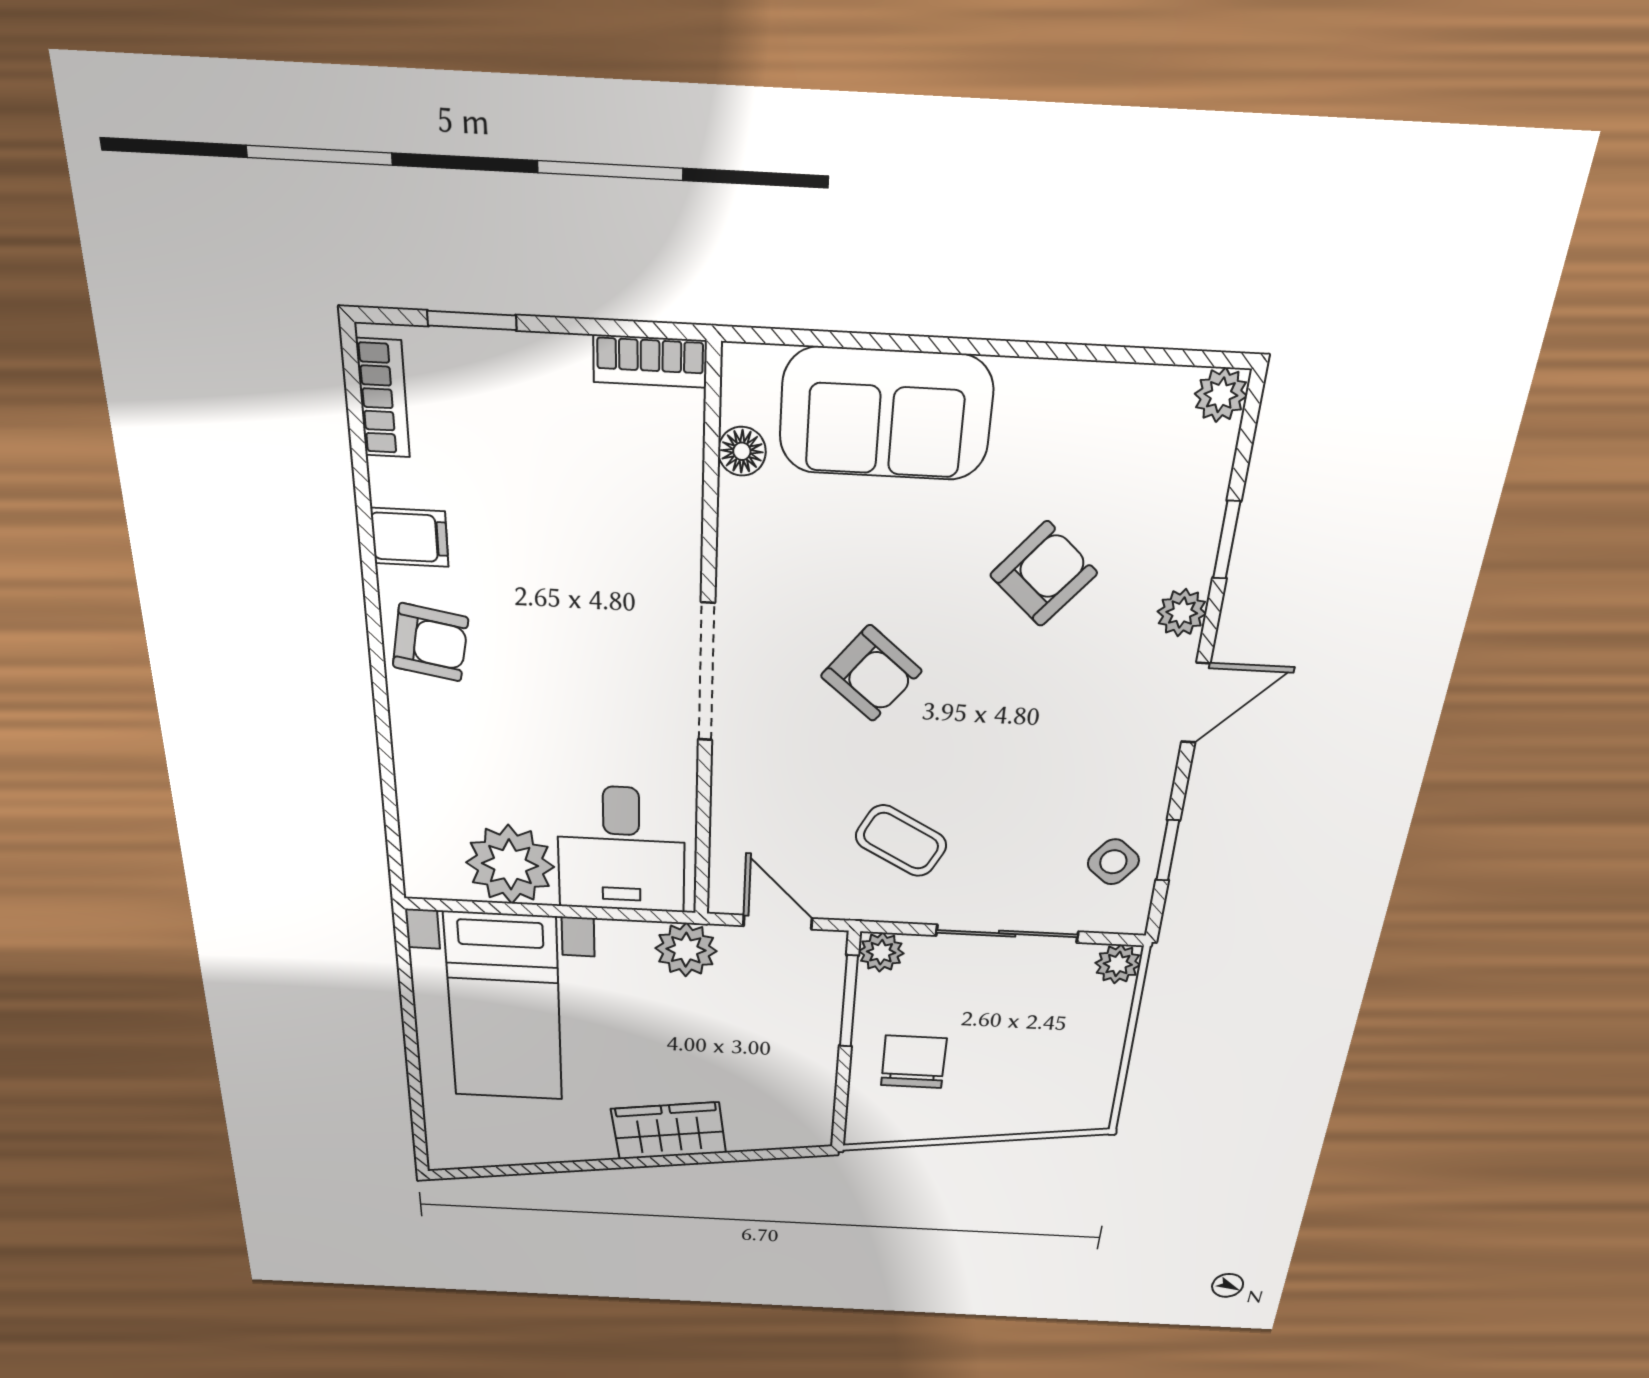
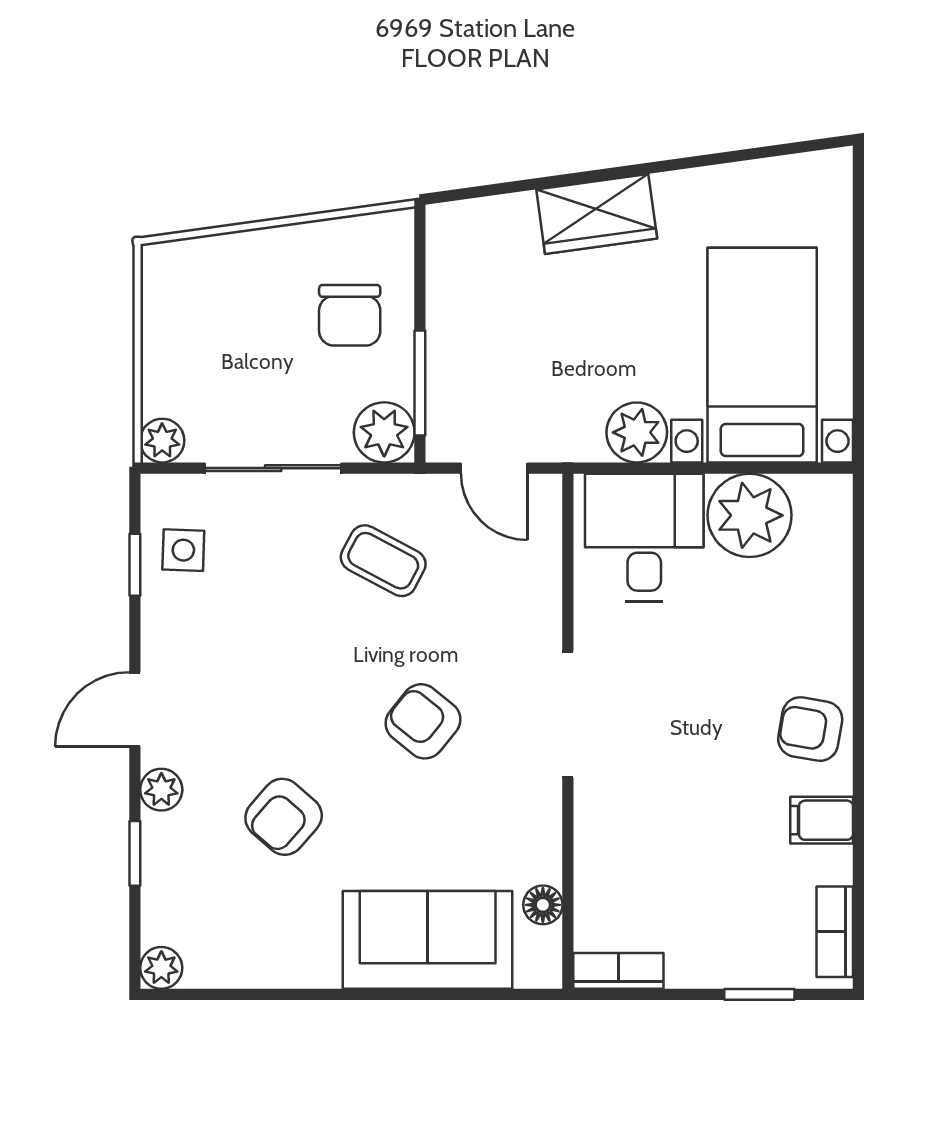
side table: (1113, 862) -> (183, 550), turned -37
plant: (686, 950) -> (637, 432), moved
plant: (881, 952) -> (384, 432), width x1.38, depth x1.38

